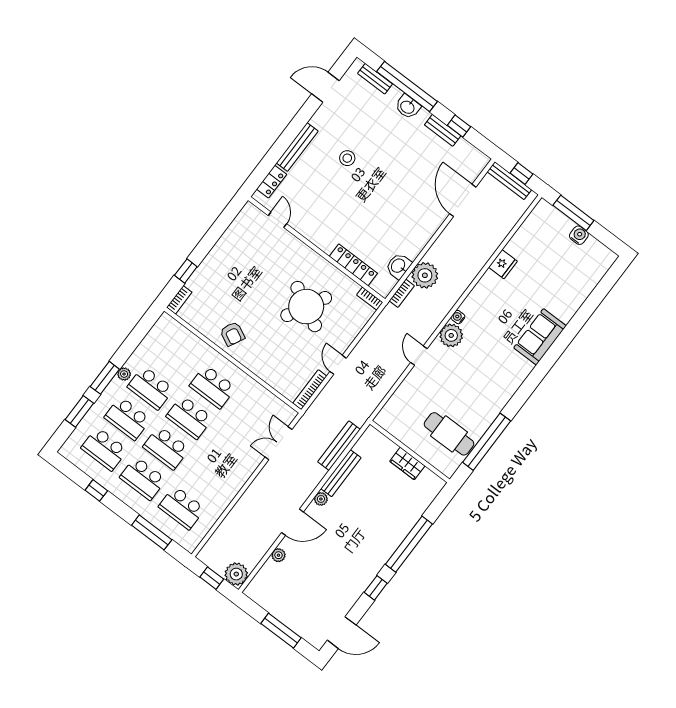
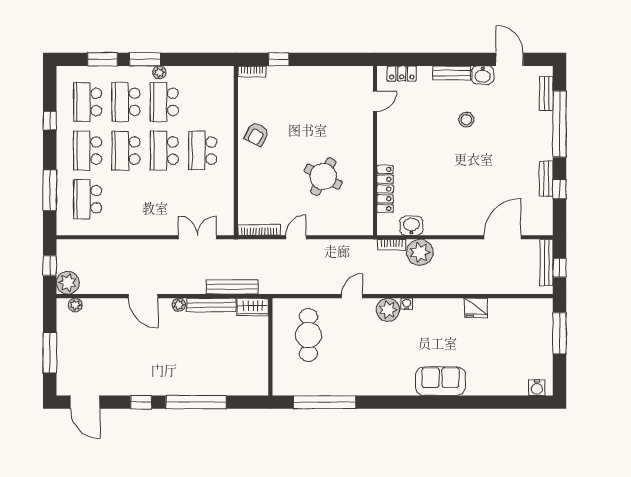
washbasin: (408, 107) -> (483, 75), moved, turned -90
bench: (297, 147) -> (452, 73), width x0.73
water cooler: (579, 235) -> (537, 388), moved, turned 90
bookcase: (370, 299) -> (368, 223), removed
round table: (306, 307) -> (323, 177), width x0.73, depth x0.73
cafe table: (449, 434) -> (308, 335), moved
wardrobe: (407, 464) -> (253, 307), moved, turned -90
plant: (278, 555) -> (75, 305), moved

